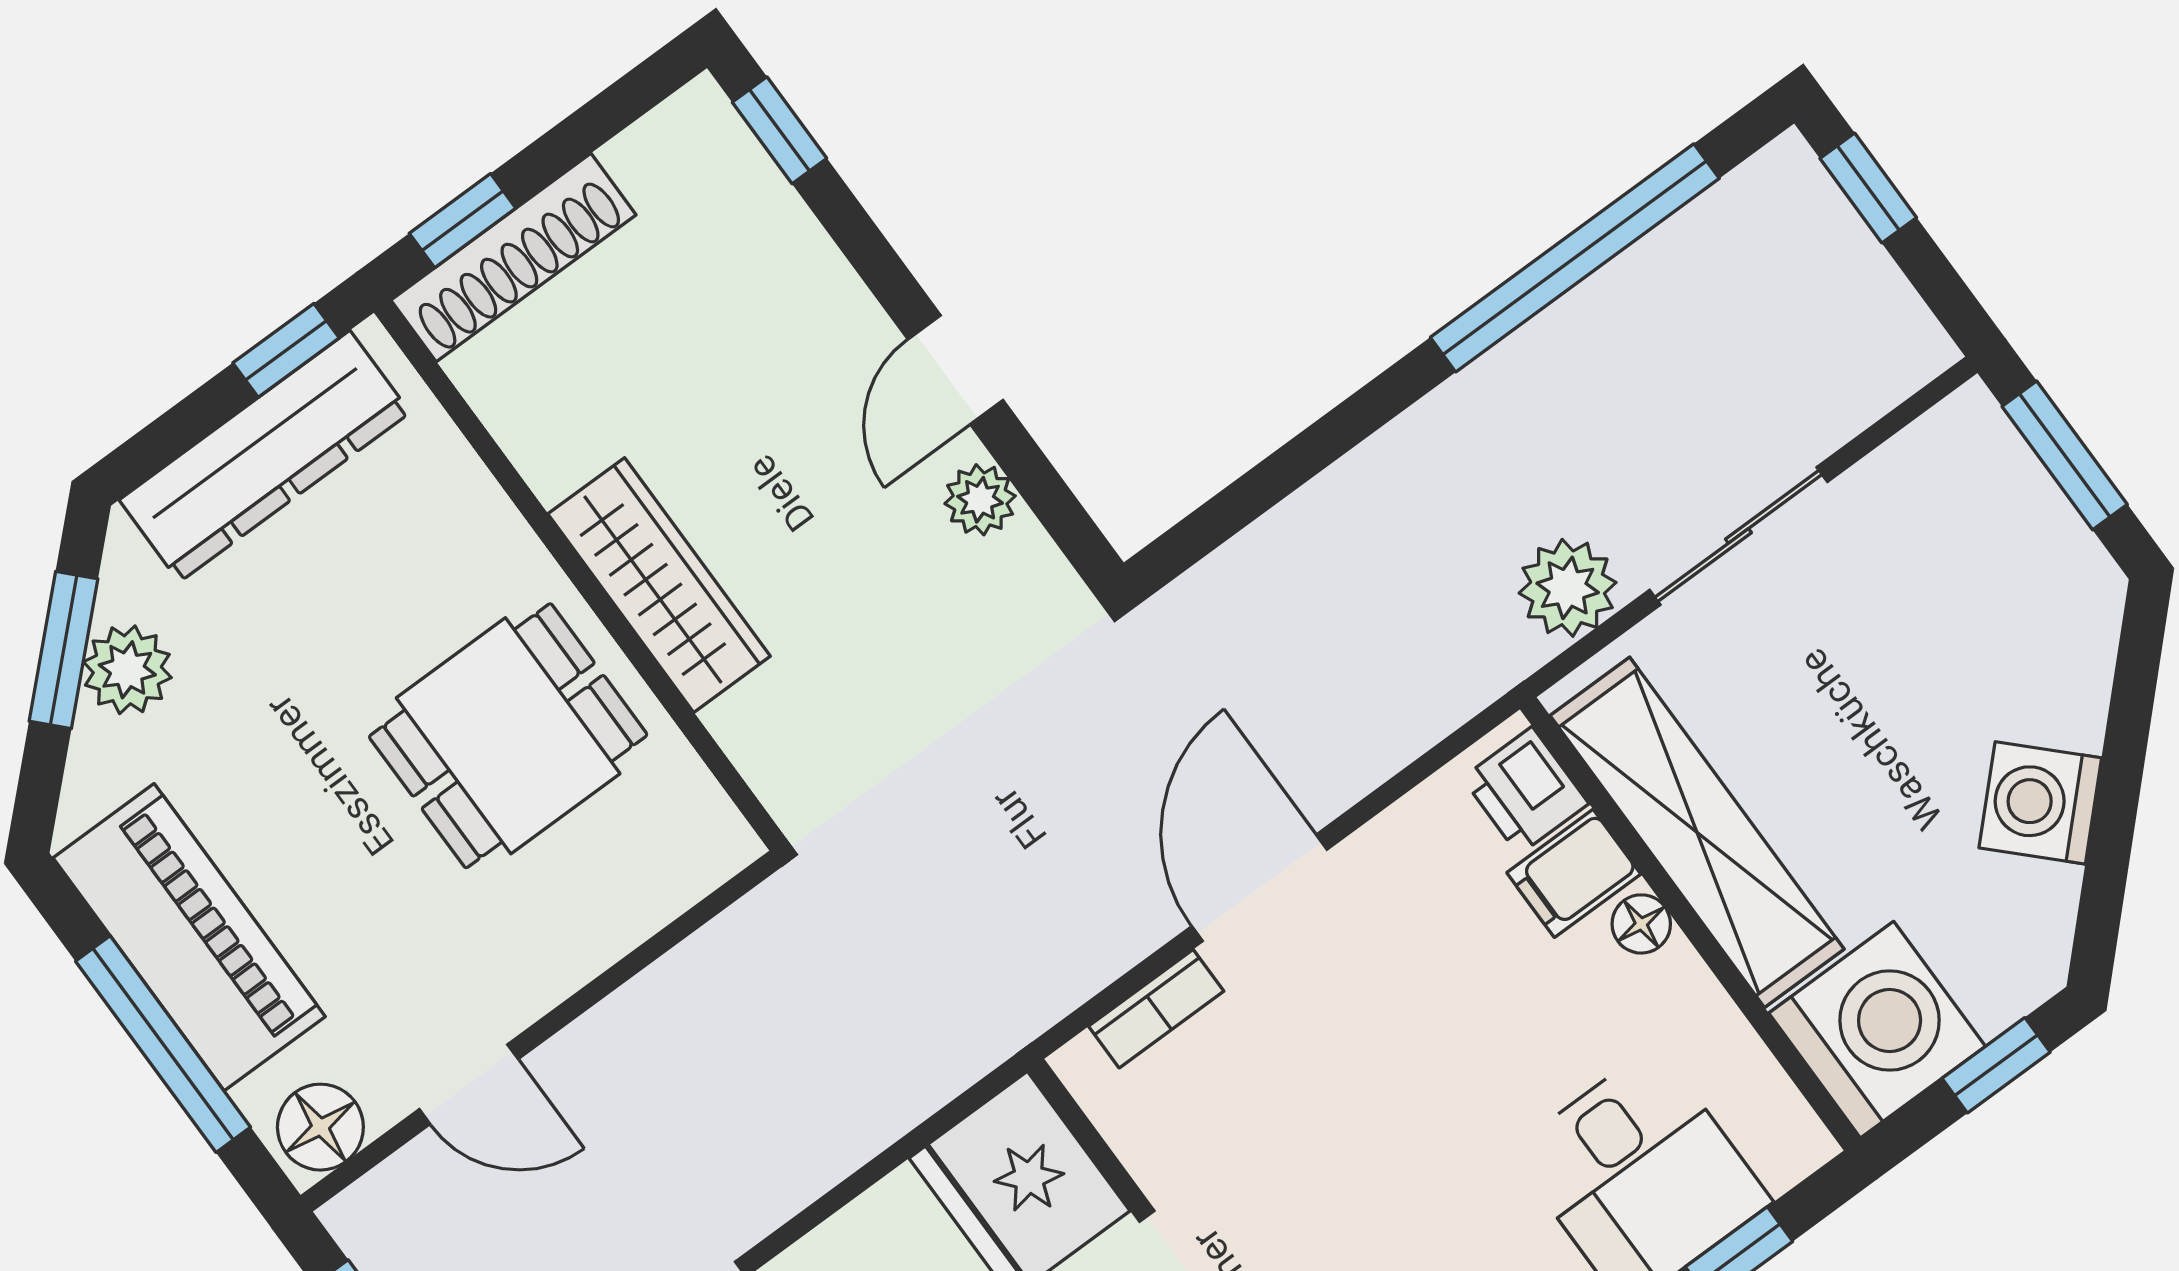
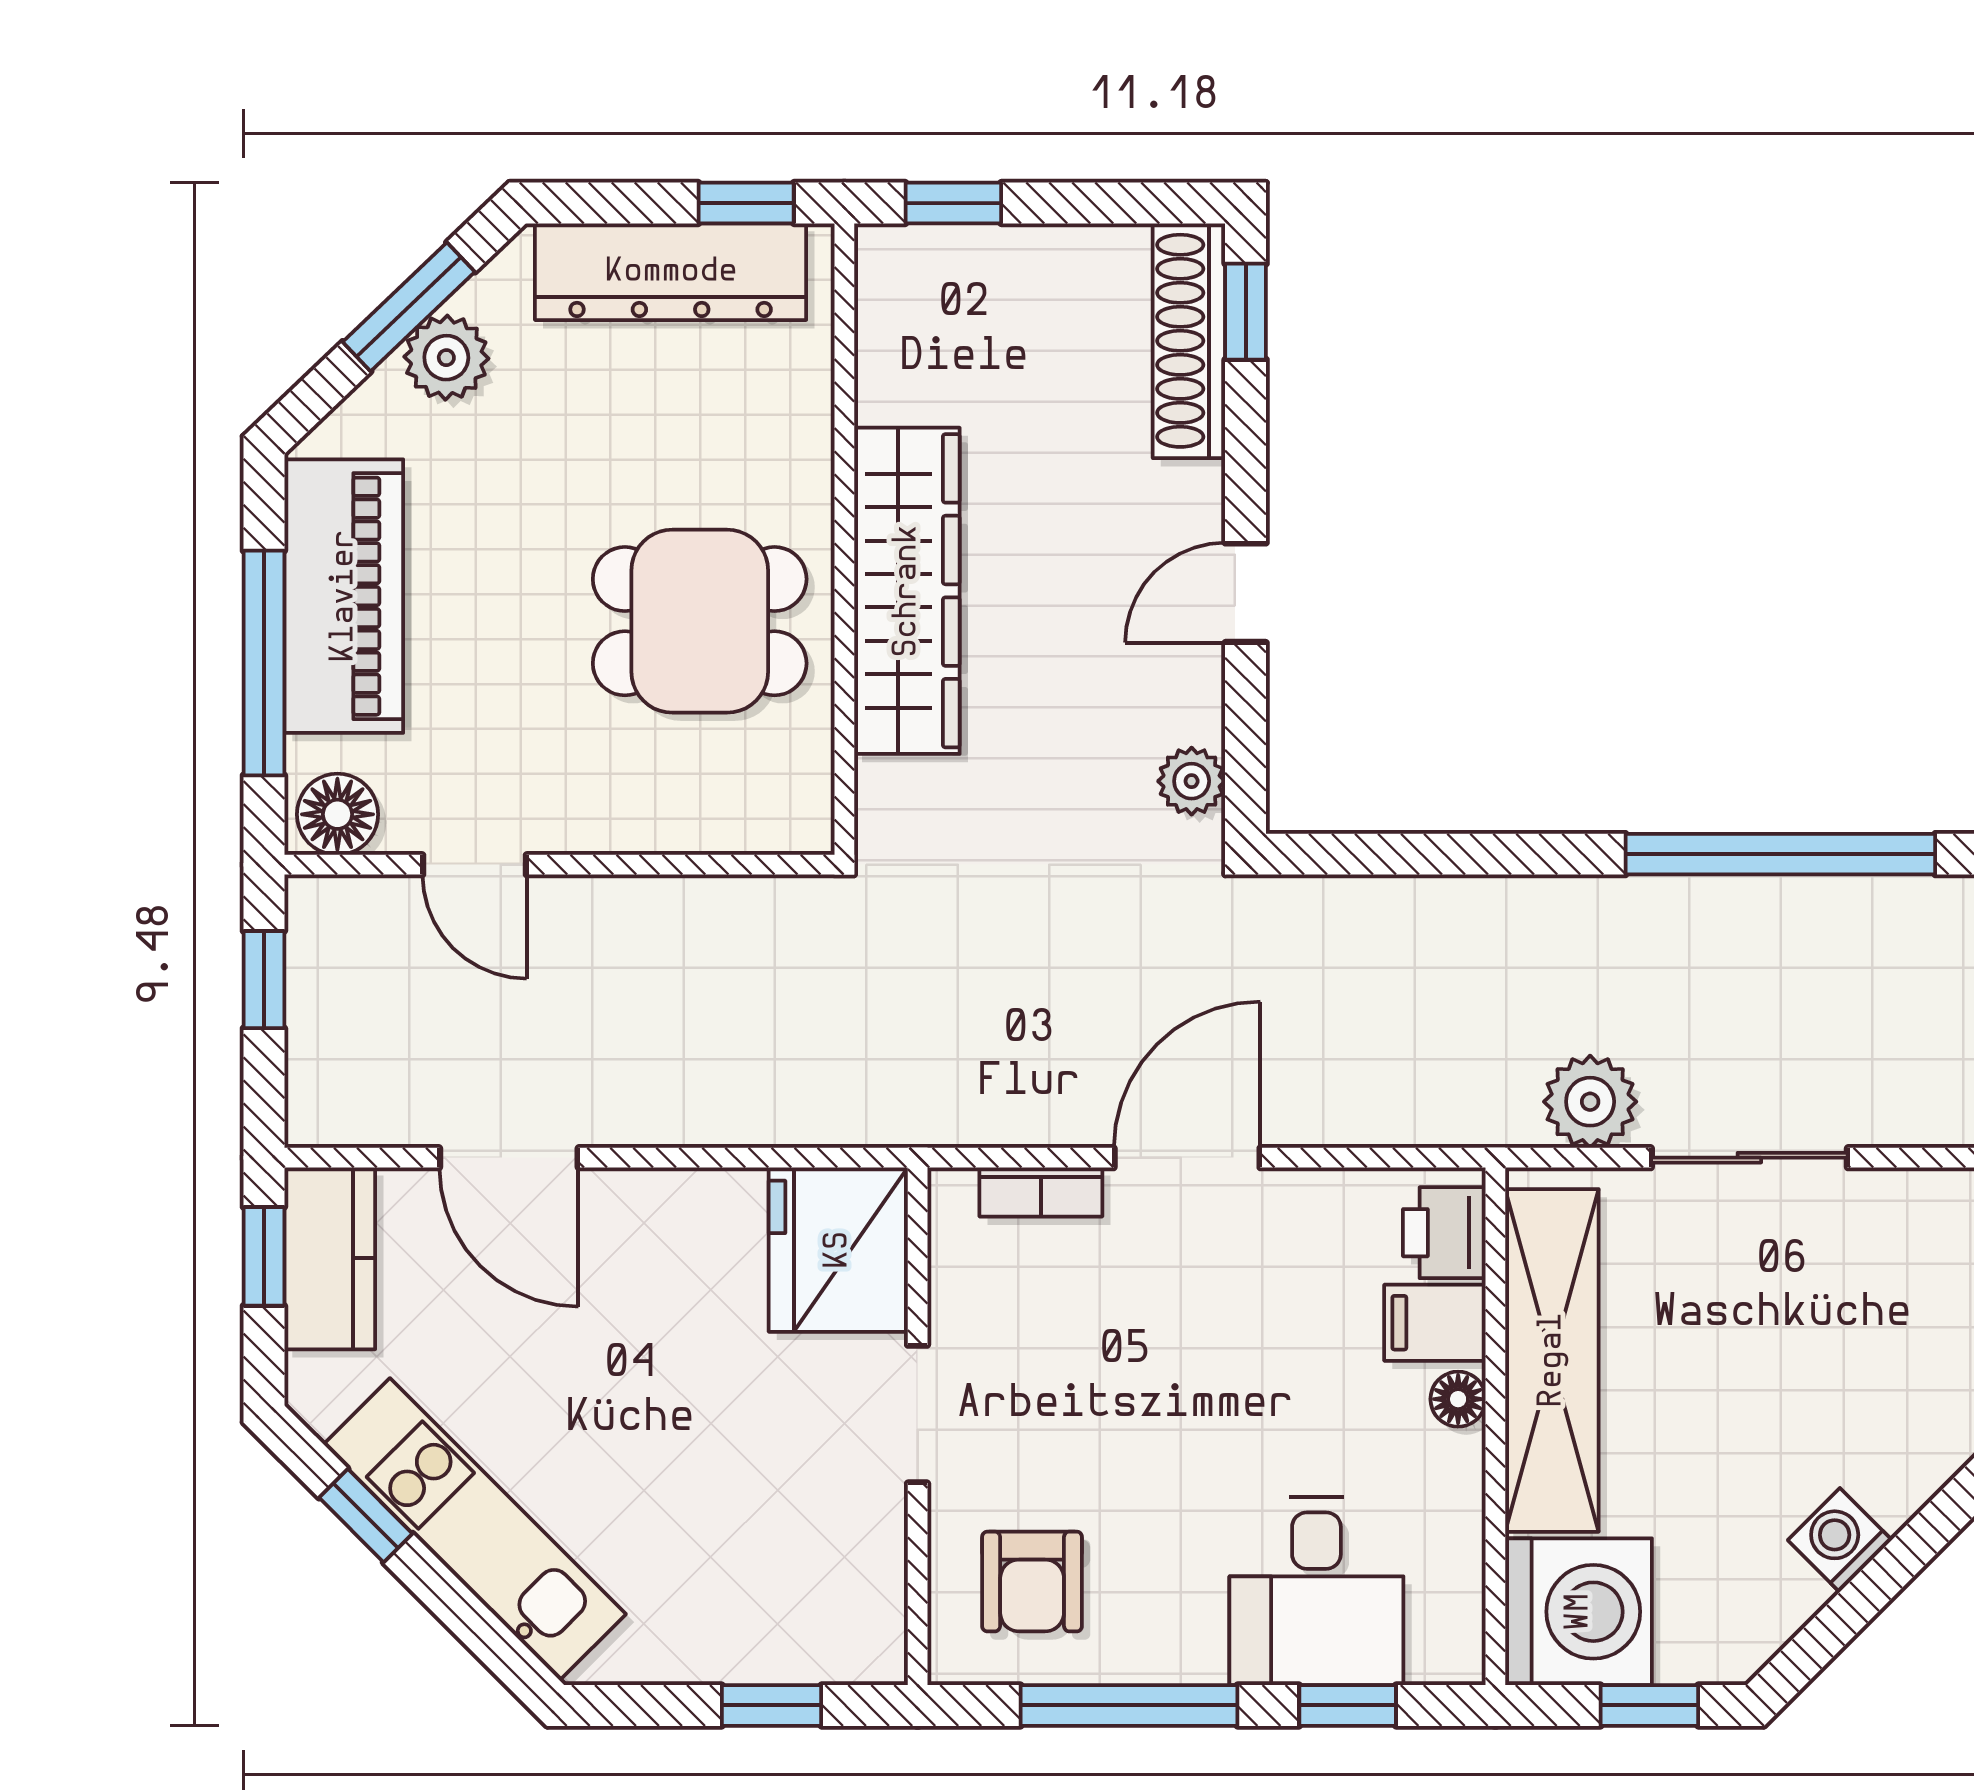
shoe rack: (513, 258) -> (1189, 341), moved, turned 90
plant: (980, 500) -> (1192, 781), moved
wardrobe: (659, 585) -> (907, 591), width x1.40, depth x1.17
washing machine: (2040, 803) -> (1840, 1540), width x0.73, depth x0.73

